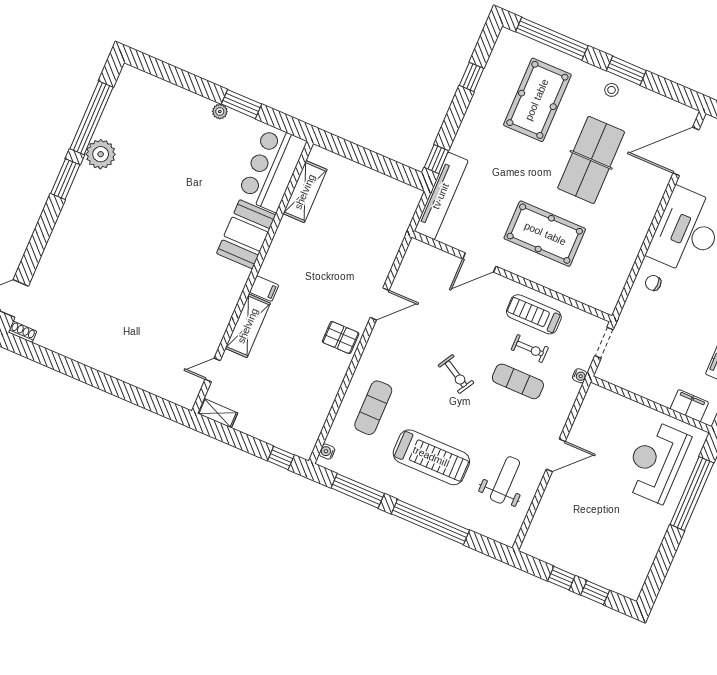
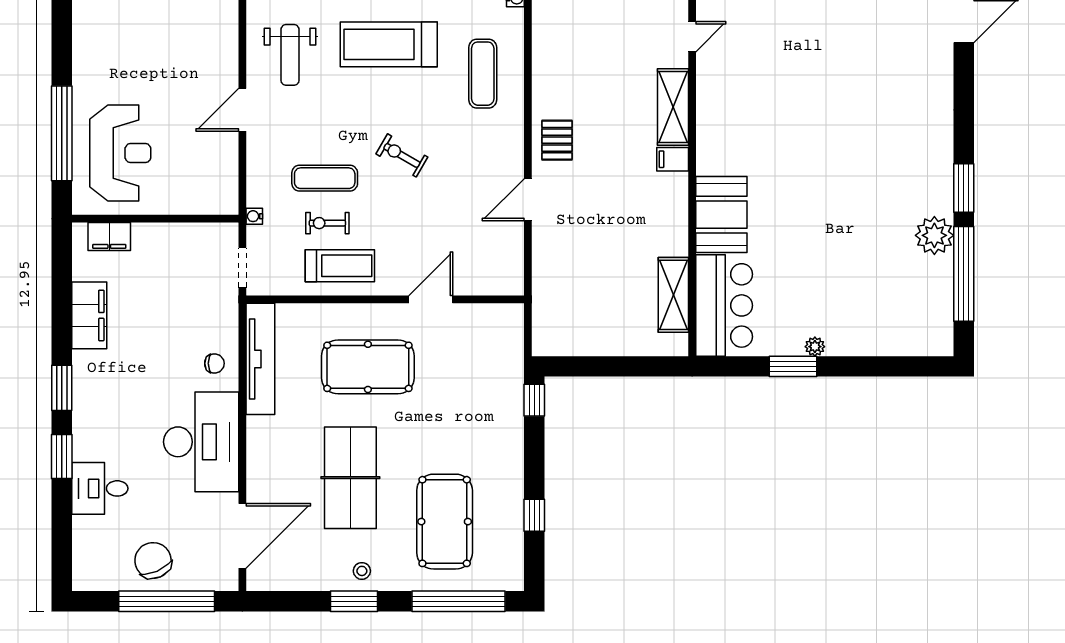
tv unit: (441, 196) -> (260, 359), moved, turned 180
pallet: (341, 338) -> (557, 140), turned 90

